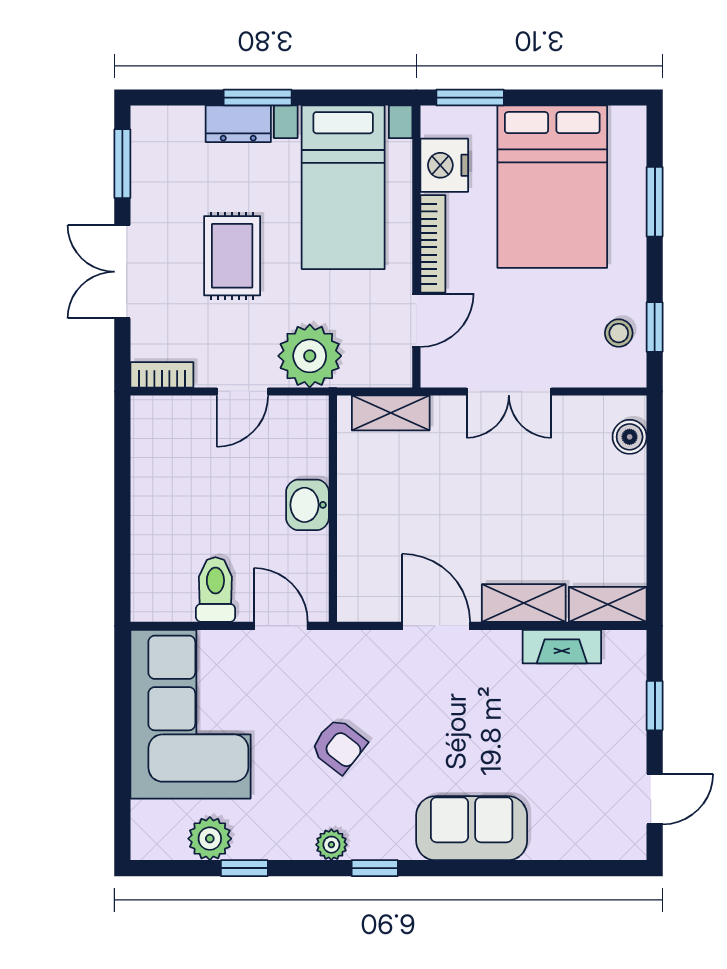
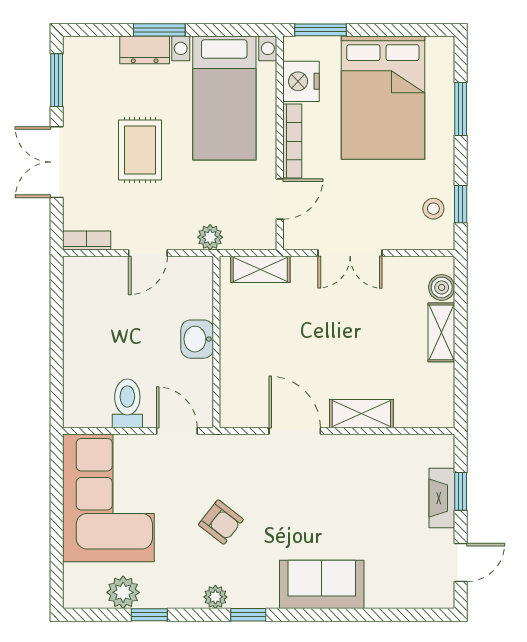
plant: (310, 356) -> (210, 237), width x0.53, depth x0.53
shelving: (608, 604) -> (441, 332), moved, turned 90
fireplace: (562, 647) -> (442, 498), moved, turned 90

